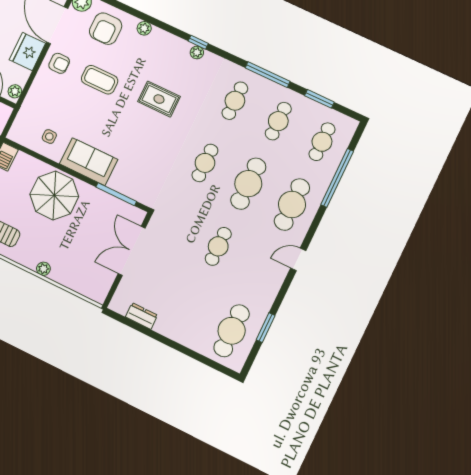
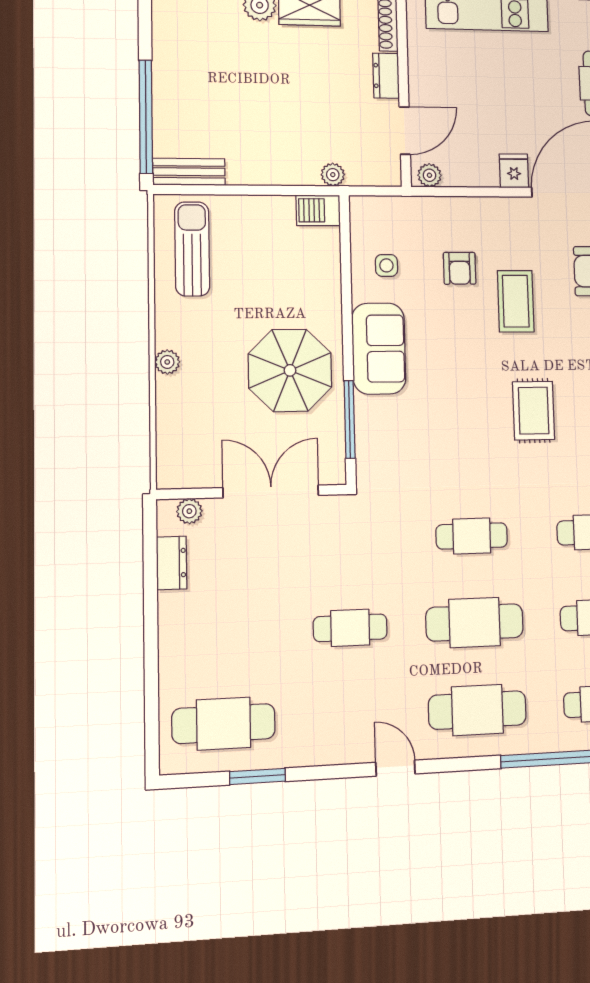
fridge: (27, 52) -> (514, 171), width x0.53, depth x0.75
armchair: (59, 63) -> (460, 268), moved
parasol: (54, 195) -> (290, 370), moved
plant: (121, 295) -> (189, 511), added

